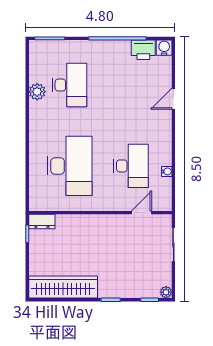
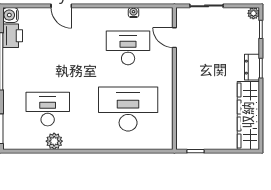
dresser: (42, 222) -> (252, 67), moved, turned 180

